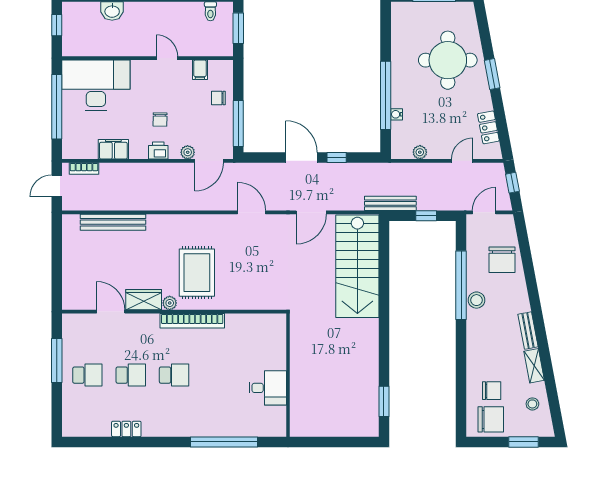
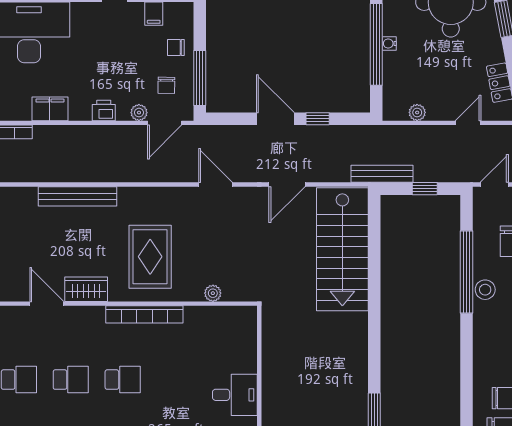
water cooler: (397, 114) -> (389, 43), moved
chair: (160, 119) -> (166, 85), moved
bench: (113, 222) -> (77, 196), moved
plant: (170, 303) -> (213, 293), moved

